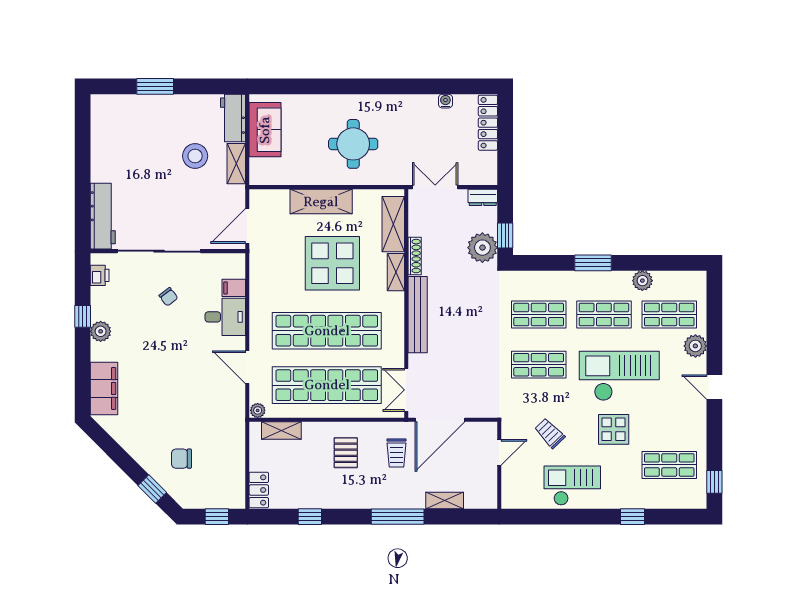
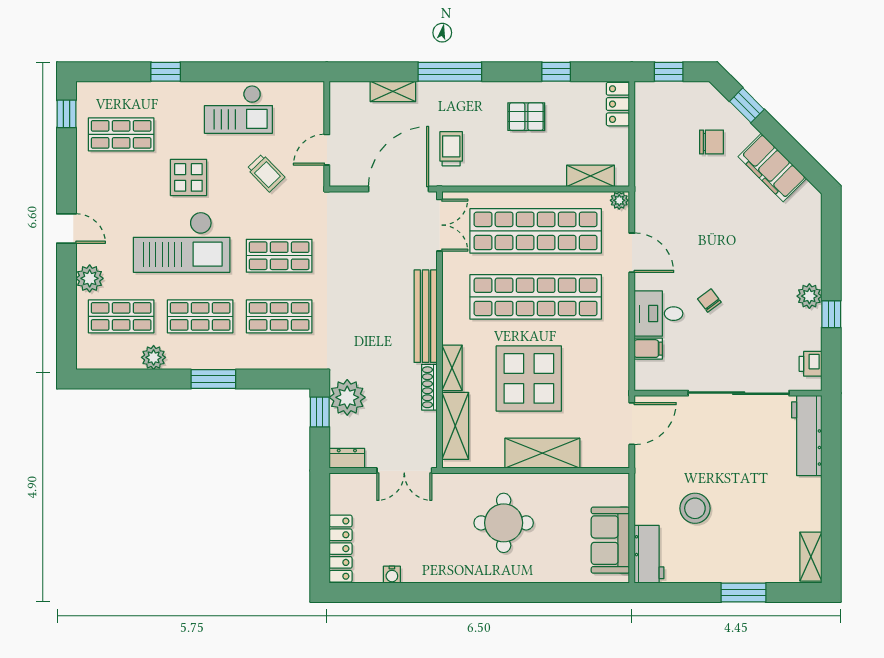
shelving: (236, 164) -> (811, 557), moved
chair: (168, 297) -> (709, 301), moved
filing cabinet: (104, 388) -> (772, 168), moved, turned -45
pallet: (346, 453) -> (526, 117), moved, turned 90

